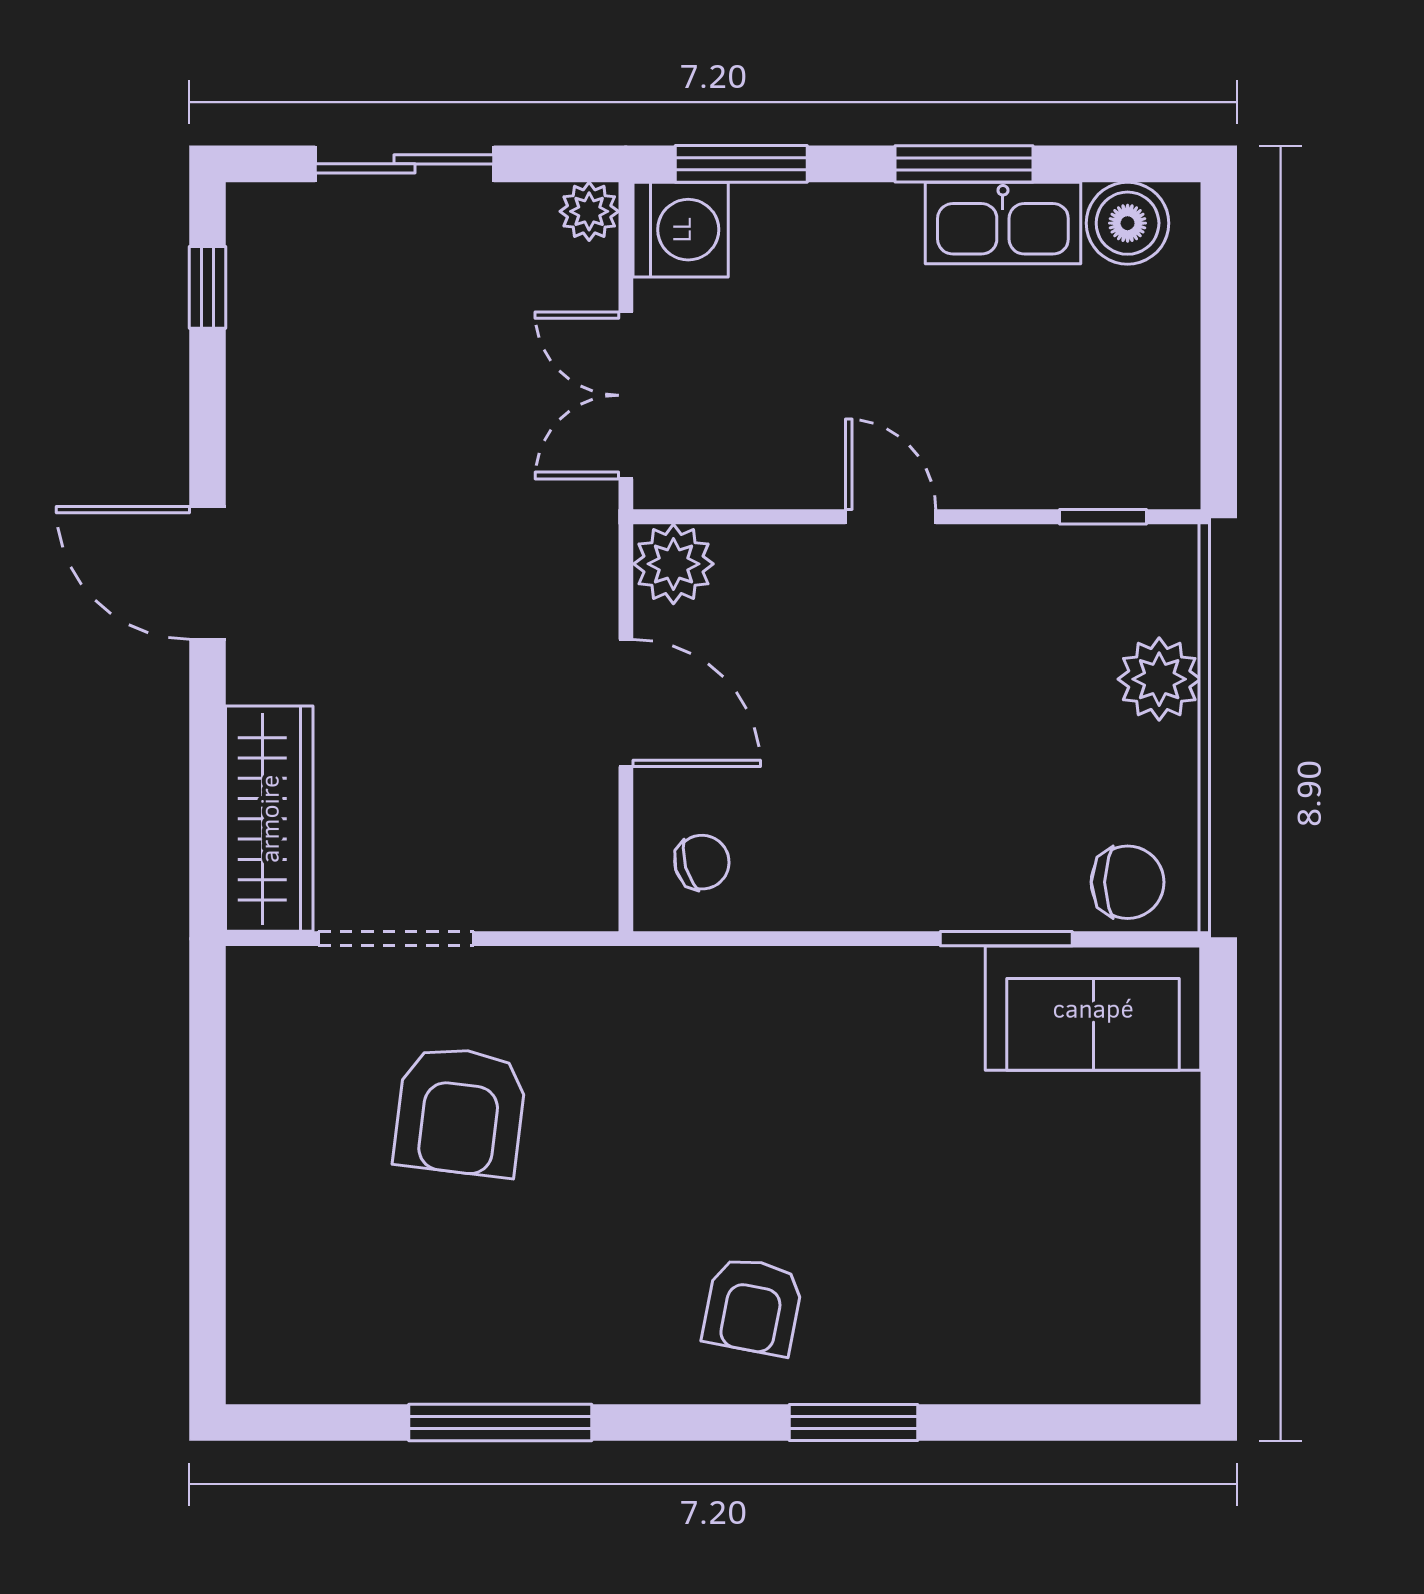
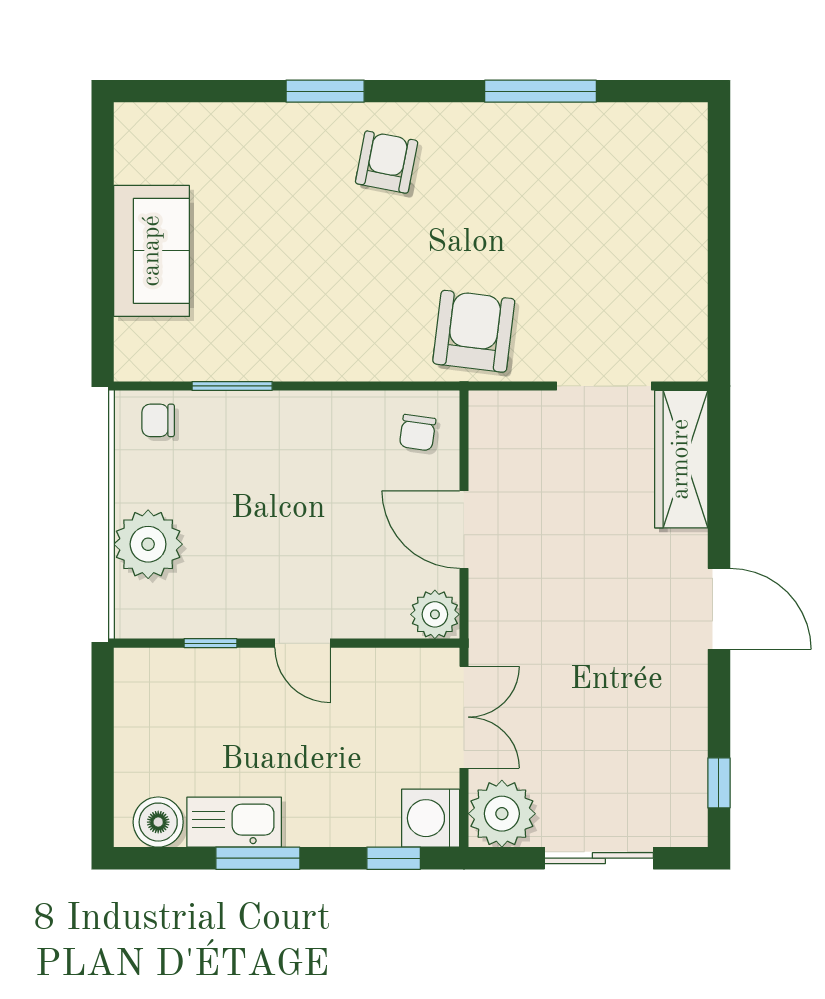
window: (741, 164) -> (394, 858), width x0.67
plant: (589, 211) -> (502, 814), width x1.87, depth x1.87
window: (1103, 517) -> (210, 643), moved
plant: (1159, 679) -> (148, 544), width x1.36, depth x1.36
chair: (702, 862) -> (418, 433), turned -66
chair: (1128, 882) -> (158, 420), width x0.73, depth x0.73
sofa: (1093, 1008) -> (152, 251), moved, turned 90
armchair: (460, 1111) -> (474, 331), moved

